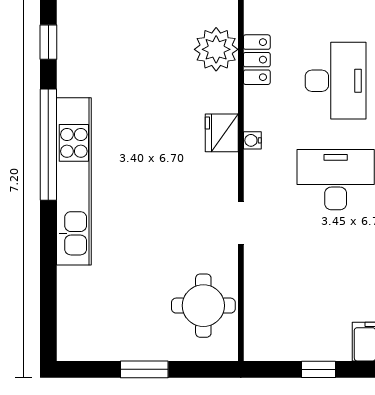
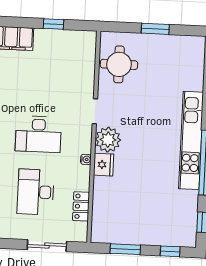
plant: (216, 49) -> (108, 140), moved

